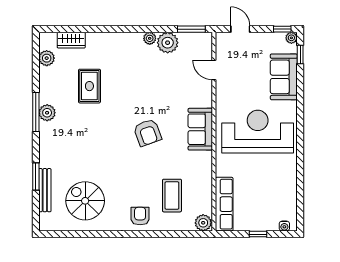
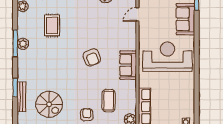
door: (214, 70) -> (137, 14), hinge flipped
sofa: (200, 129) -> (128, 65), moved
spiral stairs: (85, 201) -> (49, 104), turned 180

